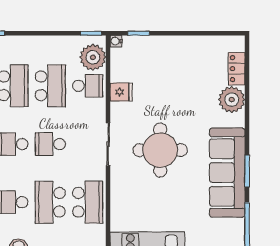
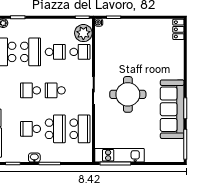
locker: (237, 69) -> (178, 29), moved
school desk: (50, 86) -> (55, 52), width x0.54
fridge: (121, 92) -> (102, 56), removed
plant: (232, 100) -> (175, 61), removed
school desk: (50, 202) -> (55, 129), turned 180

